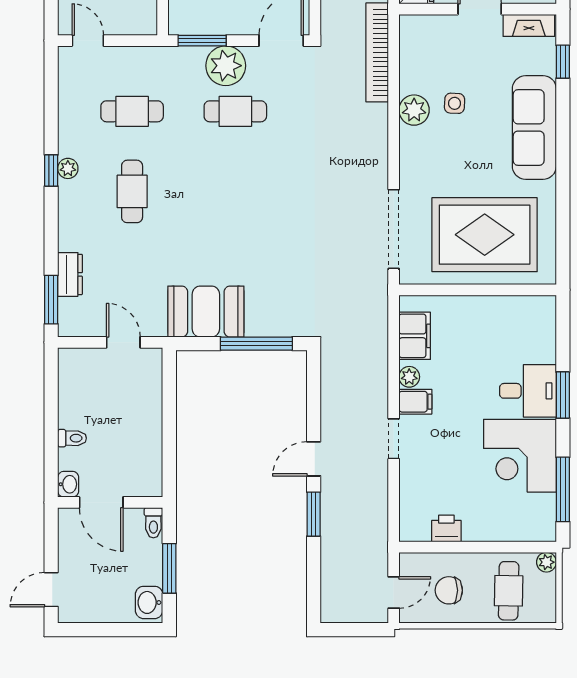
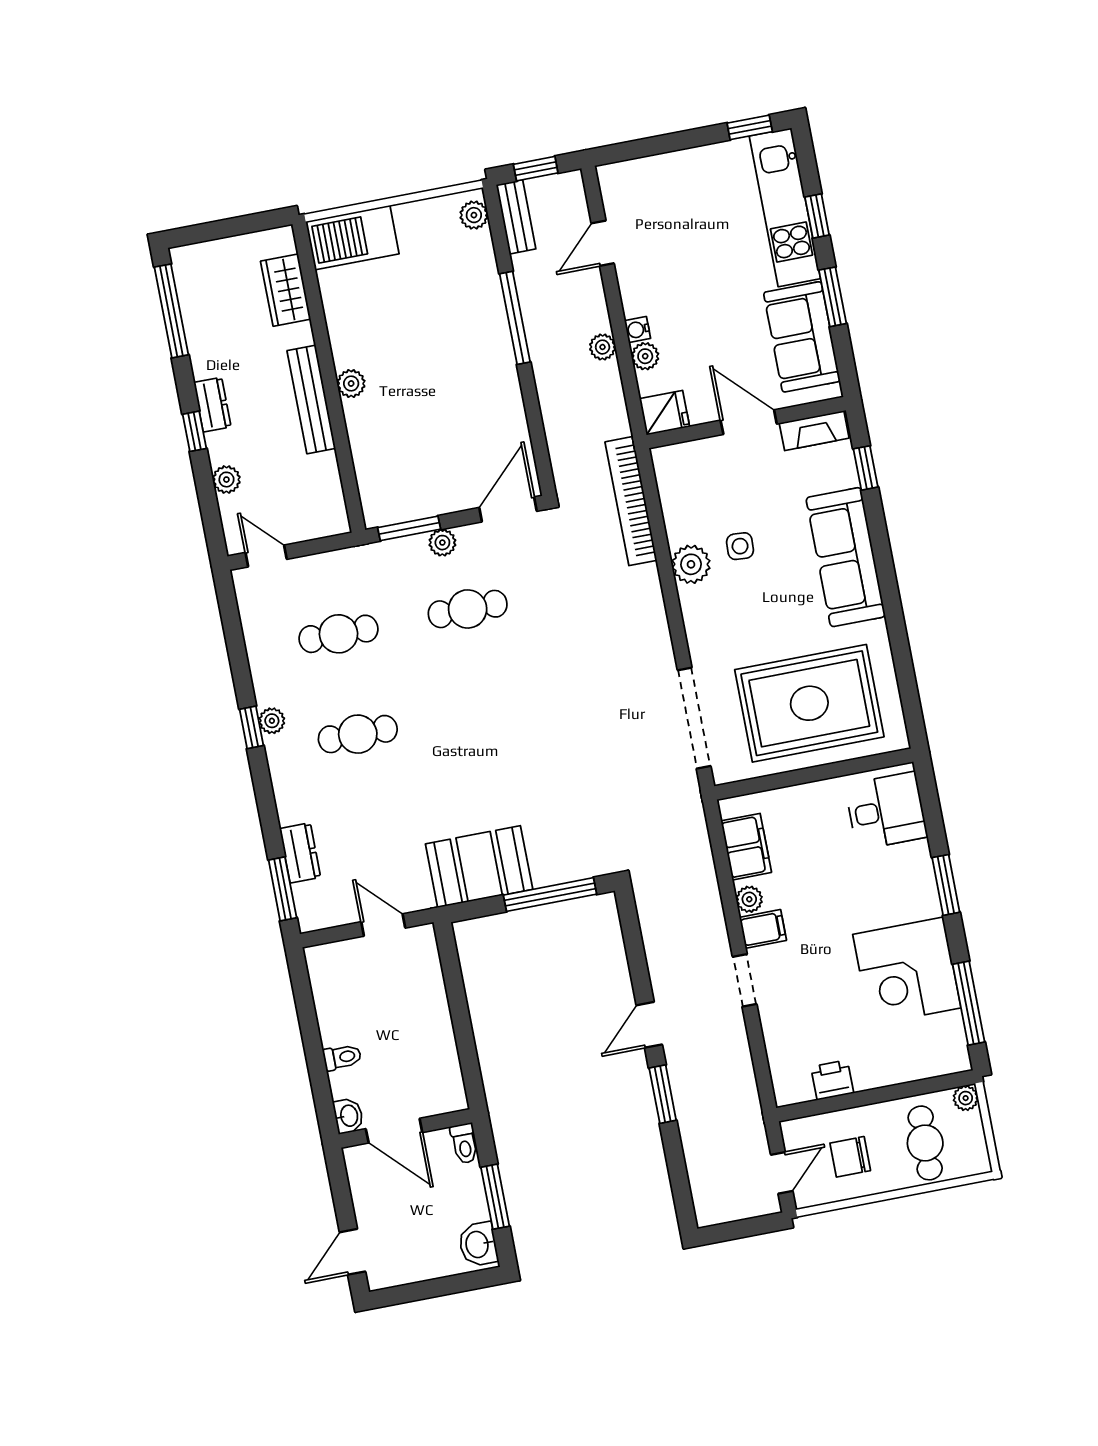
plant: (226, 66) -> (442, 543), width x0.53, depth x0.53
cafe table: (132, 191) -> (358, 734), turned 90
desk: (528, 391) -> (886, 811), moved

